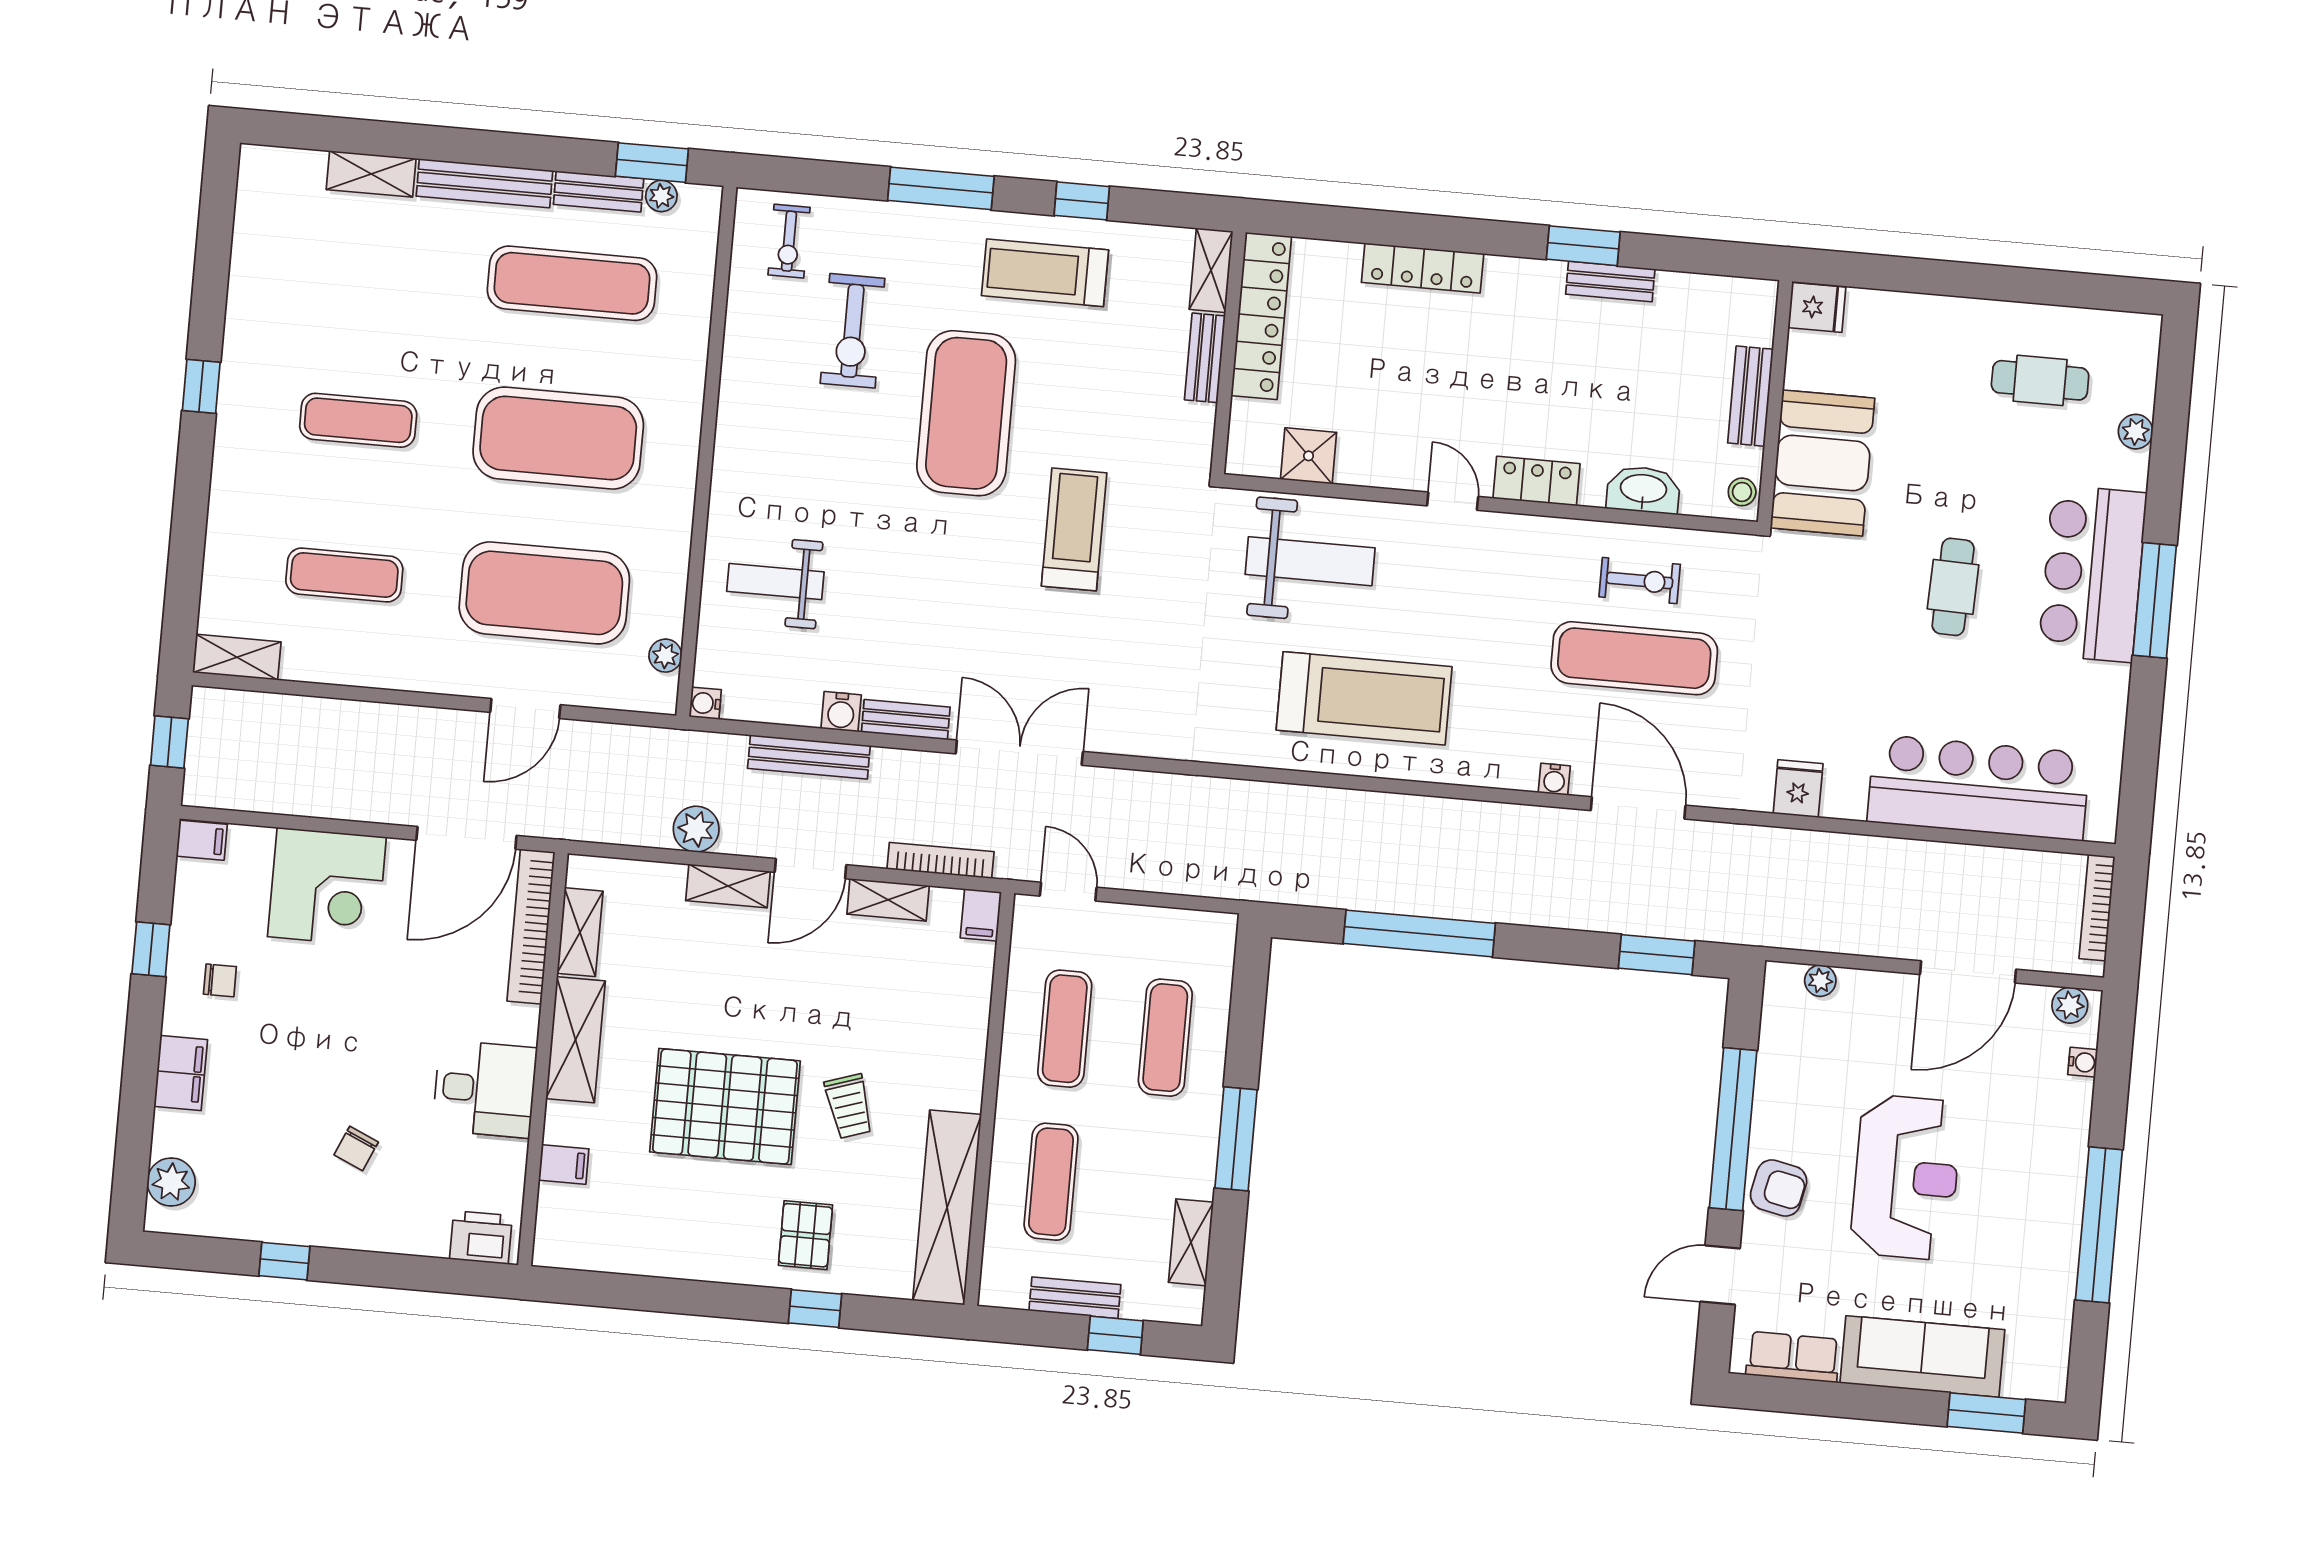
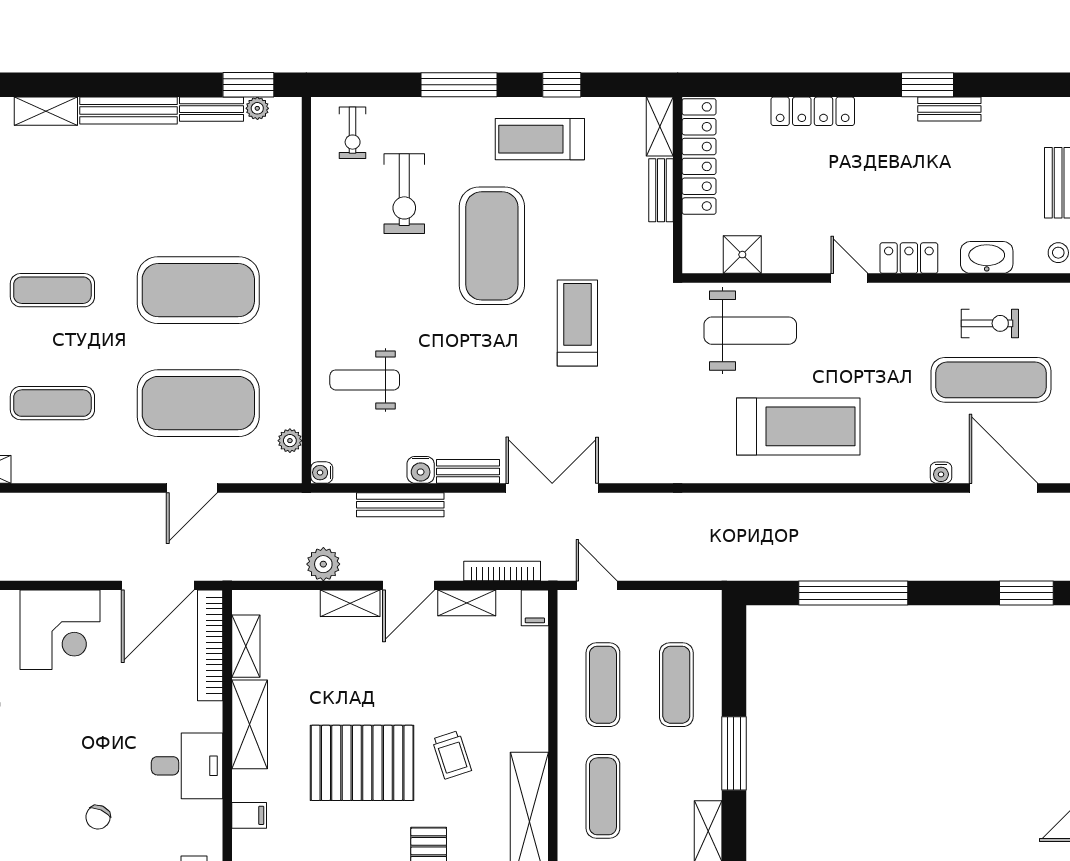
exercise mat: (572, 283) -> (198, 177), removed

